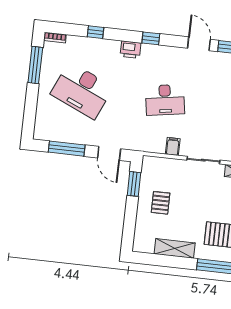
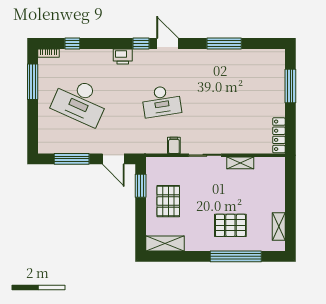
window: (95, 32) -> (72, 44), moved
door: (199, 44) -> (167, 44), moved
pallet: (161, 203) -> (168, 201), width x1.50, depth x1.42
shelving: (175, 248) -> (165, 244), moved

